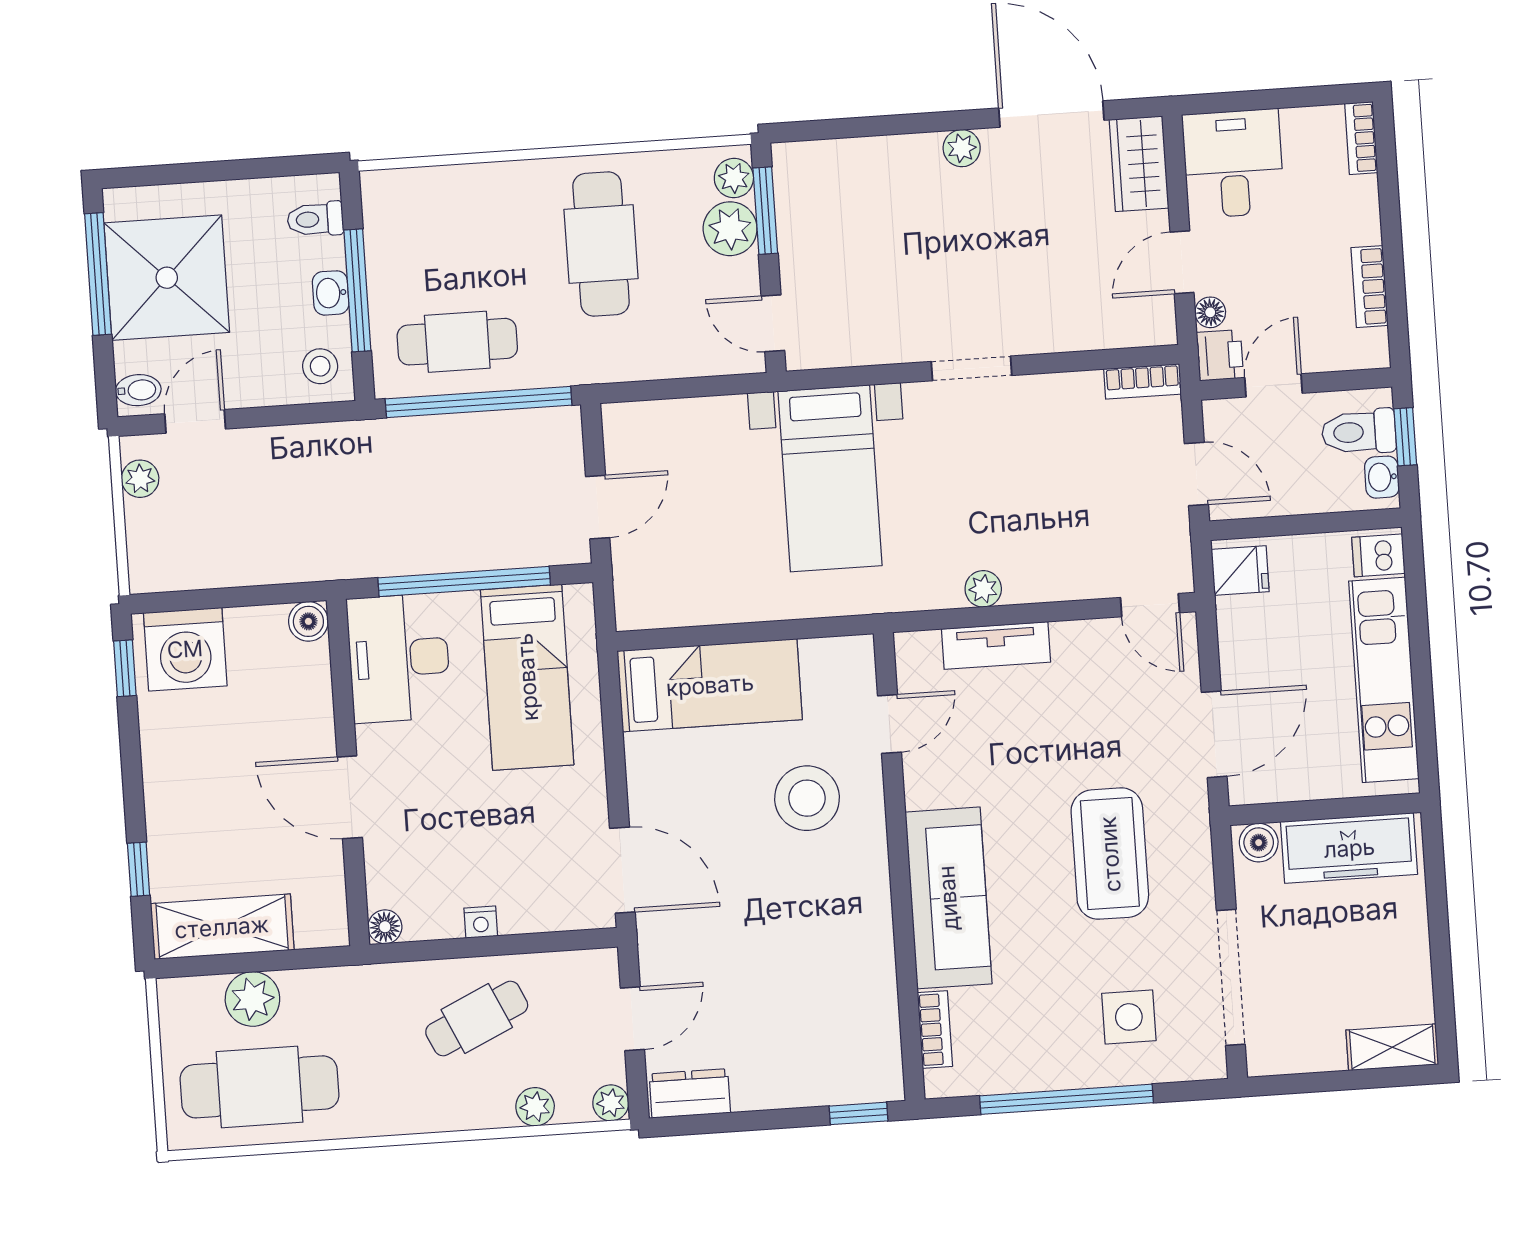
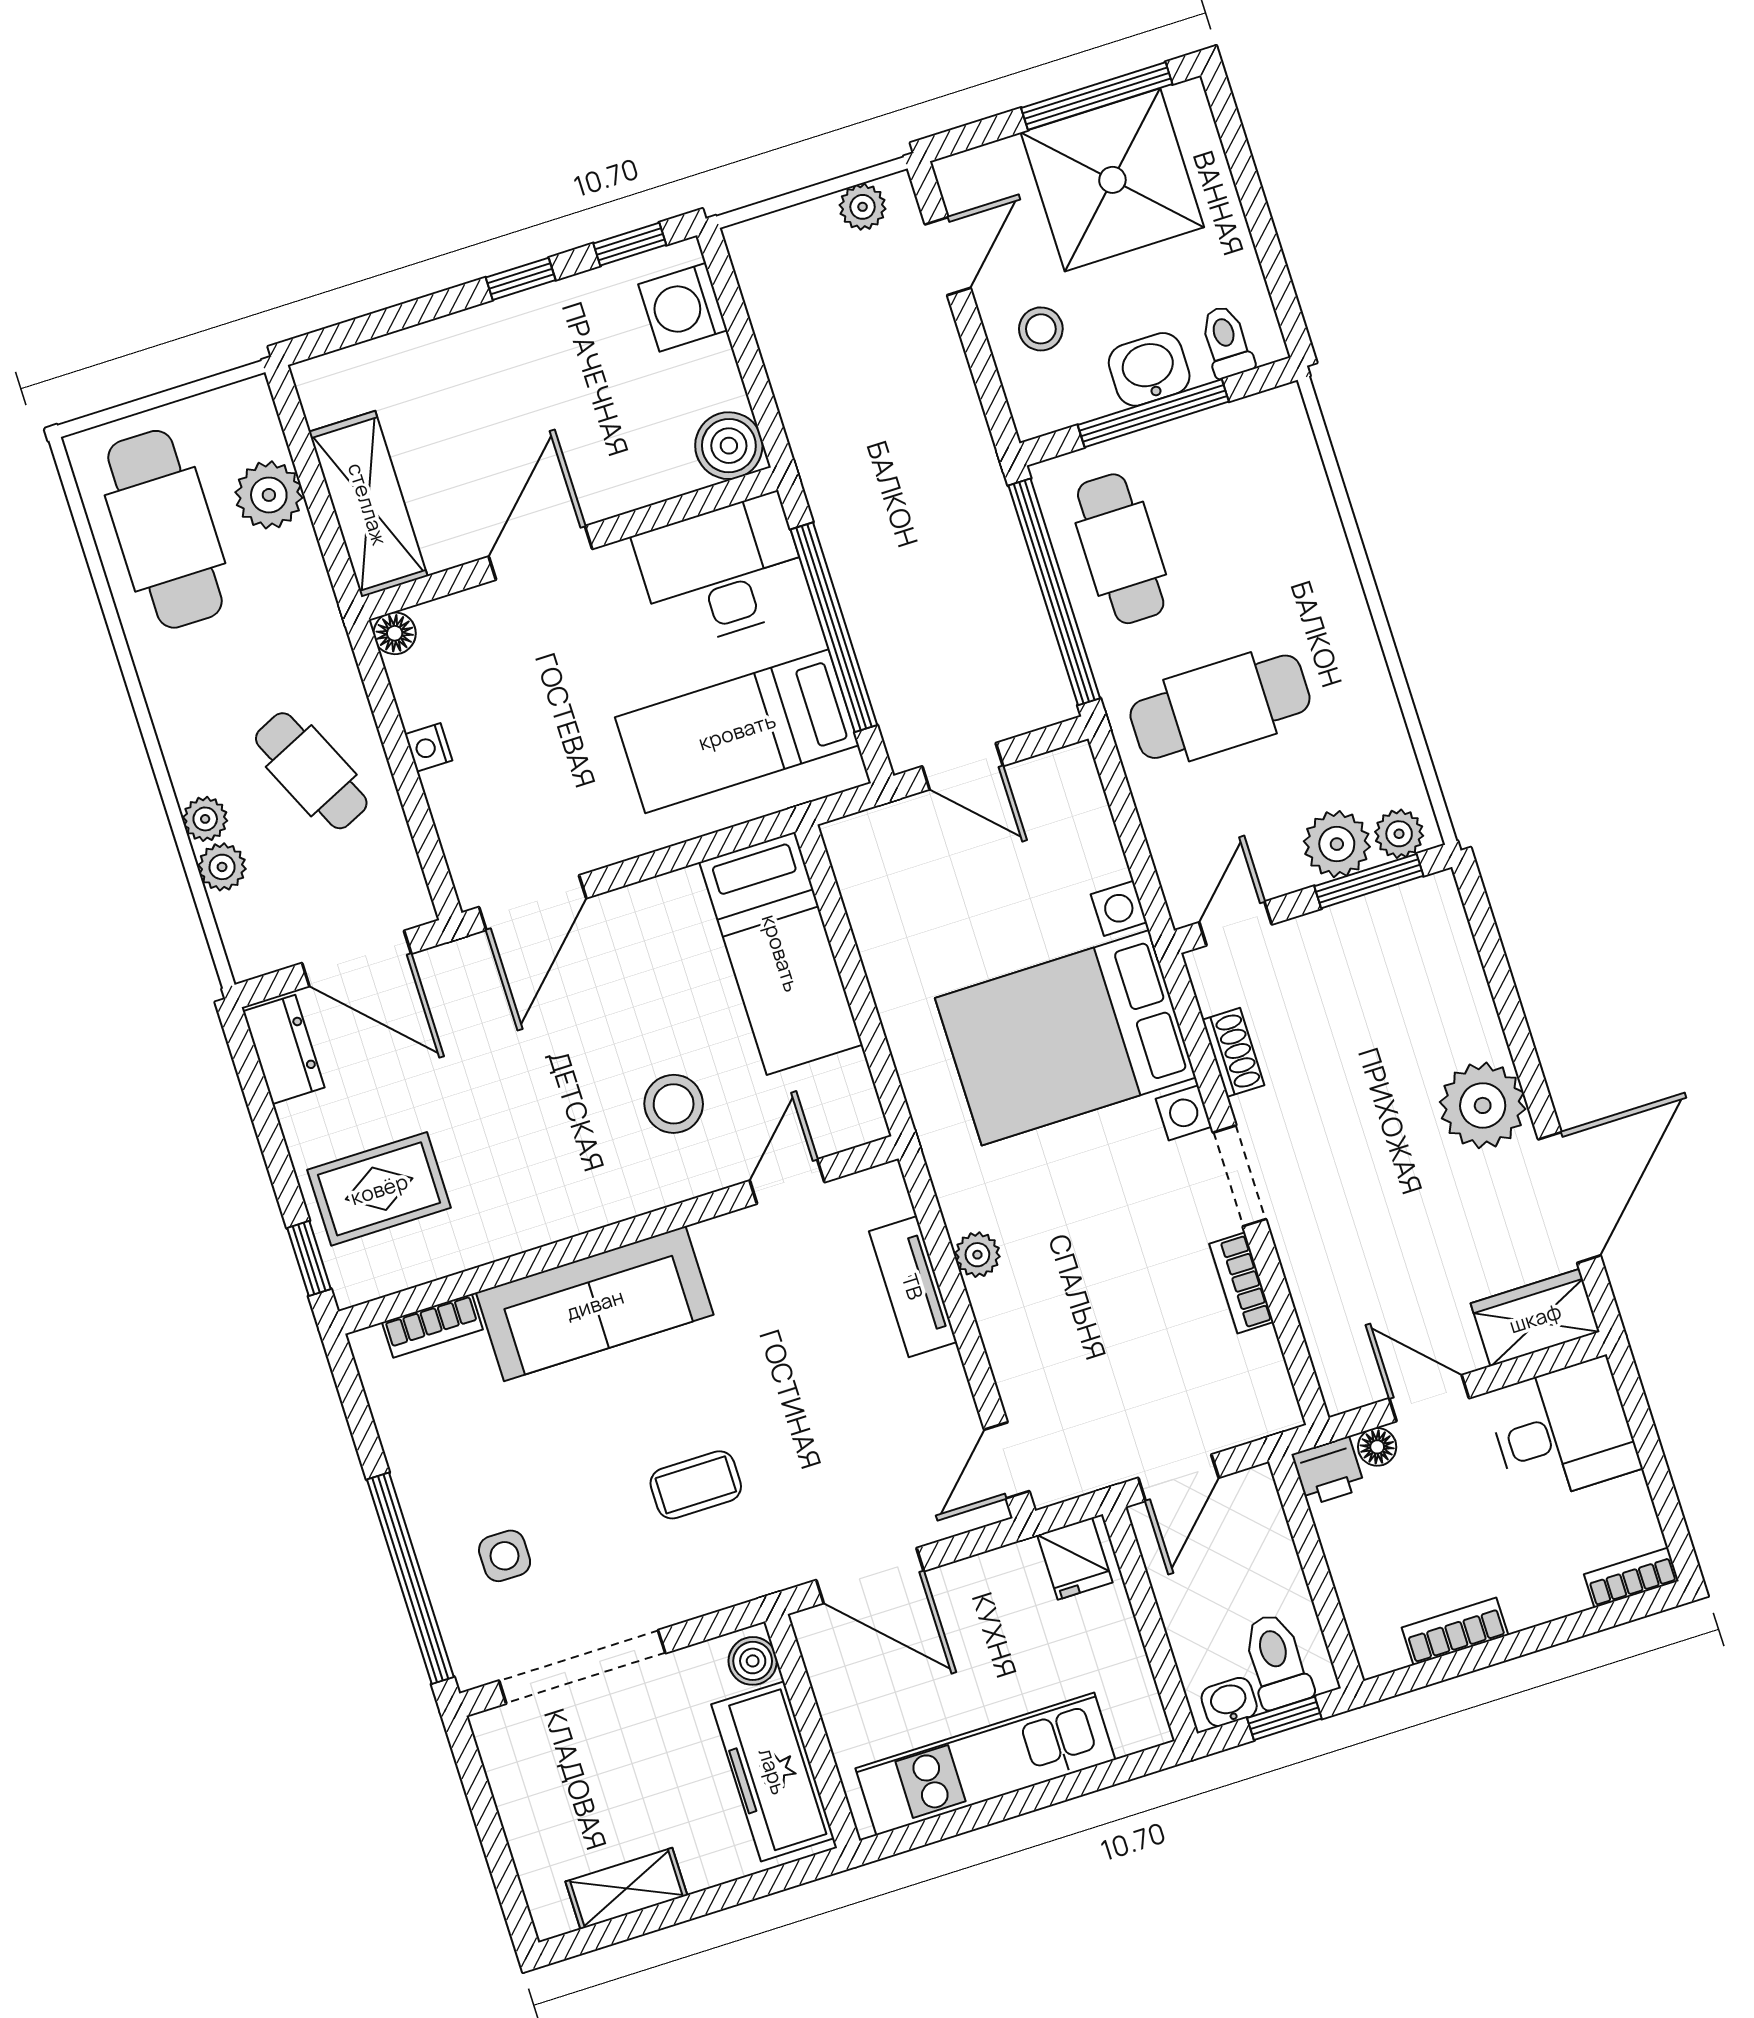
plant: (962, 148) -> (1483, 1105), width x1.88, depth x1.88
cafe table: (601, 244) -> (1220, 707), moved
washbasin: (331, 293) -> (1149, 369), width x1.38, depth x1.45
shoe rack: (874, 350) -> (1233, 1052), added
stool: (320, 366) -> (1041, 329), moved
bookcase: (1143, 381) -> (1241, 1283), moved
door: (1274, 385) -> (1308, 1545), removed
bidet: (138, 390) -> (969, 179), removed
door: (195, 421) -> (948, 256), hinge flipped
bed with nightstands: (830, 478) -> (1066, 1038), width x1.36
dishwasher: (1378, 555) -> (1134, 1721), removed
boiler: (308, 621) -> (729, 446), width x1.36, depth x1.36
washing machine: (185, 649) -> (683, 307), width x0.73, depth x0.73
door: (889, 724) -> (787, 1181), swing flipped
stool: (807, 798) -> (674, 1104), width x0.73, depth x0.73
coffee table: (1110, 854) -> (696, 1485), width x0.54, depth x0.58
window: (139, 869) -> (521, 279), moved
shelving: (222, 927) -> (368, 504), moved
side table: (1129, 1017) -> (505, 1556), width x0.73, depth x0.73
door: (632, 1019) -> (357, 958), width x1.38
rug: (817, 1045) -> (379, 1189), added
shelving: (1392, 1047) -> (626, 1888), moved, turned 90
window: (1067, 1099) -> (410, 1578), moved
plant: (611, 1103) -> (205, 819), moved

